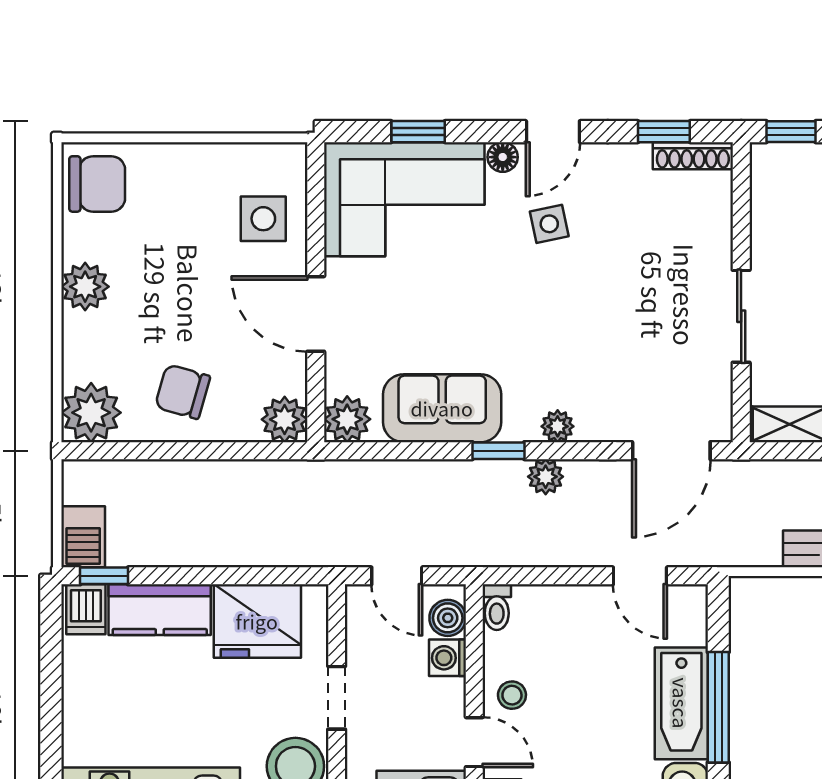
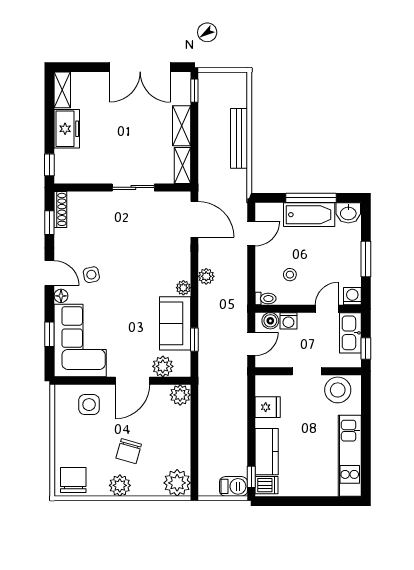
chair: (183, 392) -> (129, 451), moved
plant: (347, 419) -> (163, 366), moved
plant: (558, 426) -> (183, 288), moved
window: (498, 451) -> (194, 340), moved
fridge: (257, 621) -> (268, 407), width x0.53, depth x0.75
stool: (512, 695) -> (290, 275), moved

